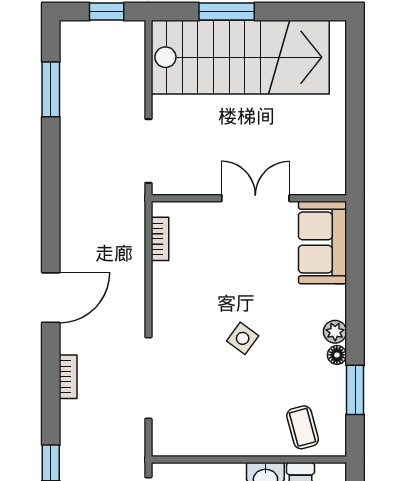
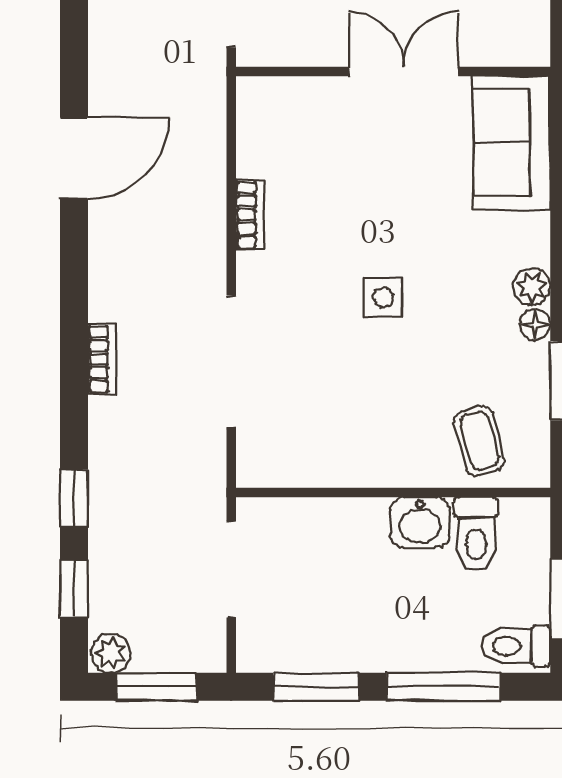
bookcase: (160, 239) -> (250, 215), moved
door: (51, 298) -> (74, 158), moved
side table: (243, 338) -> (383, 297), turned -36

